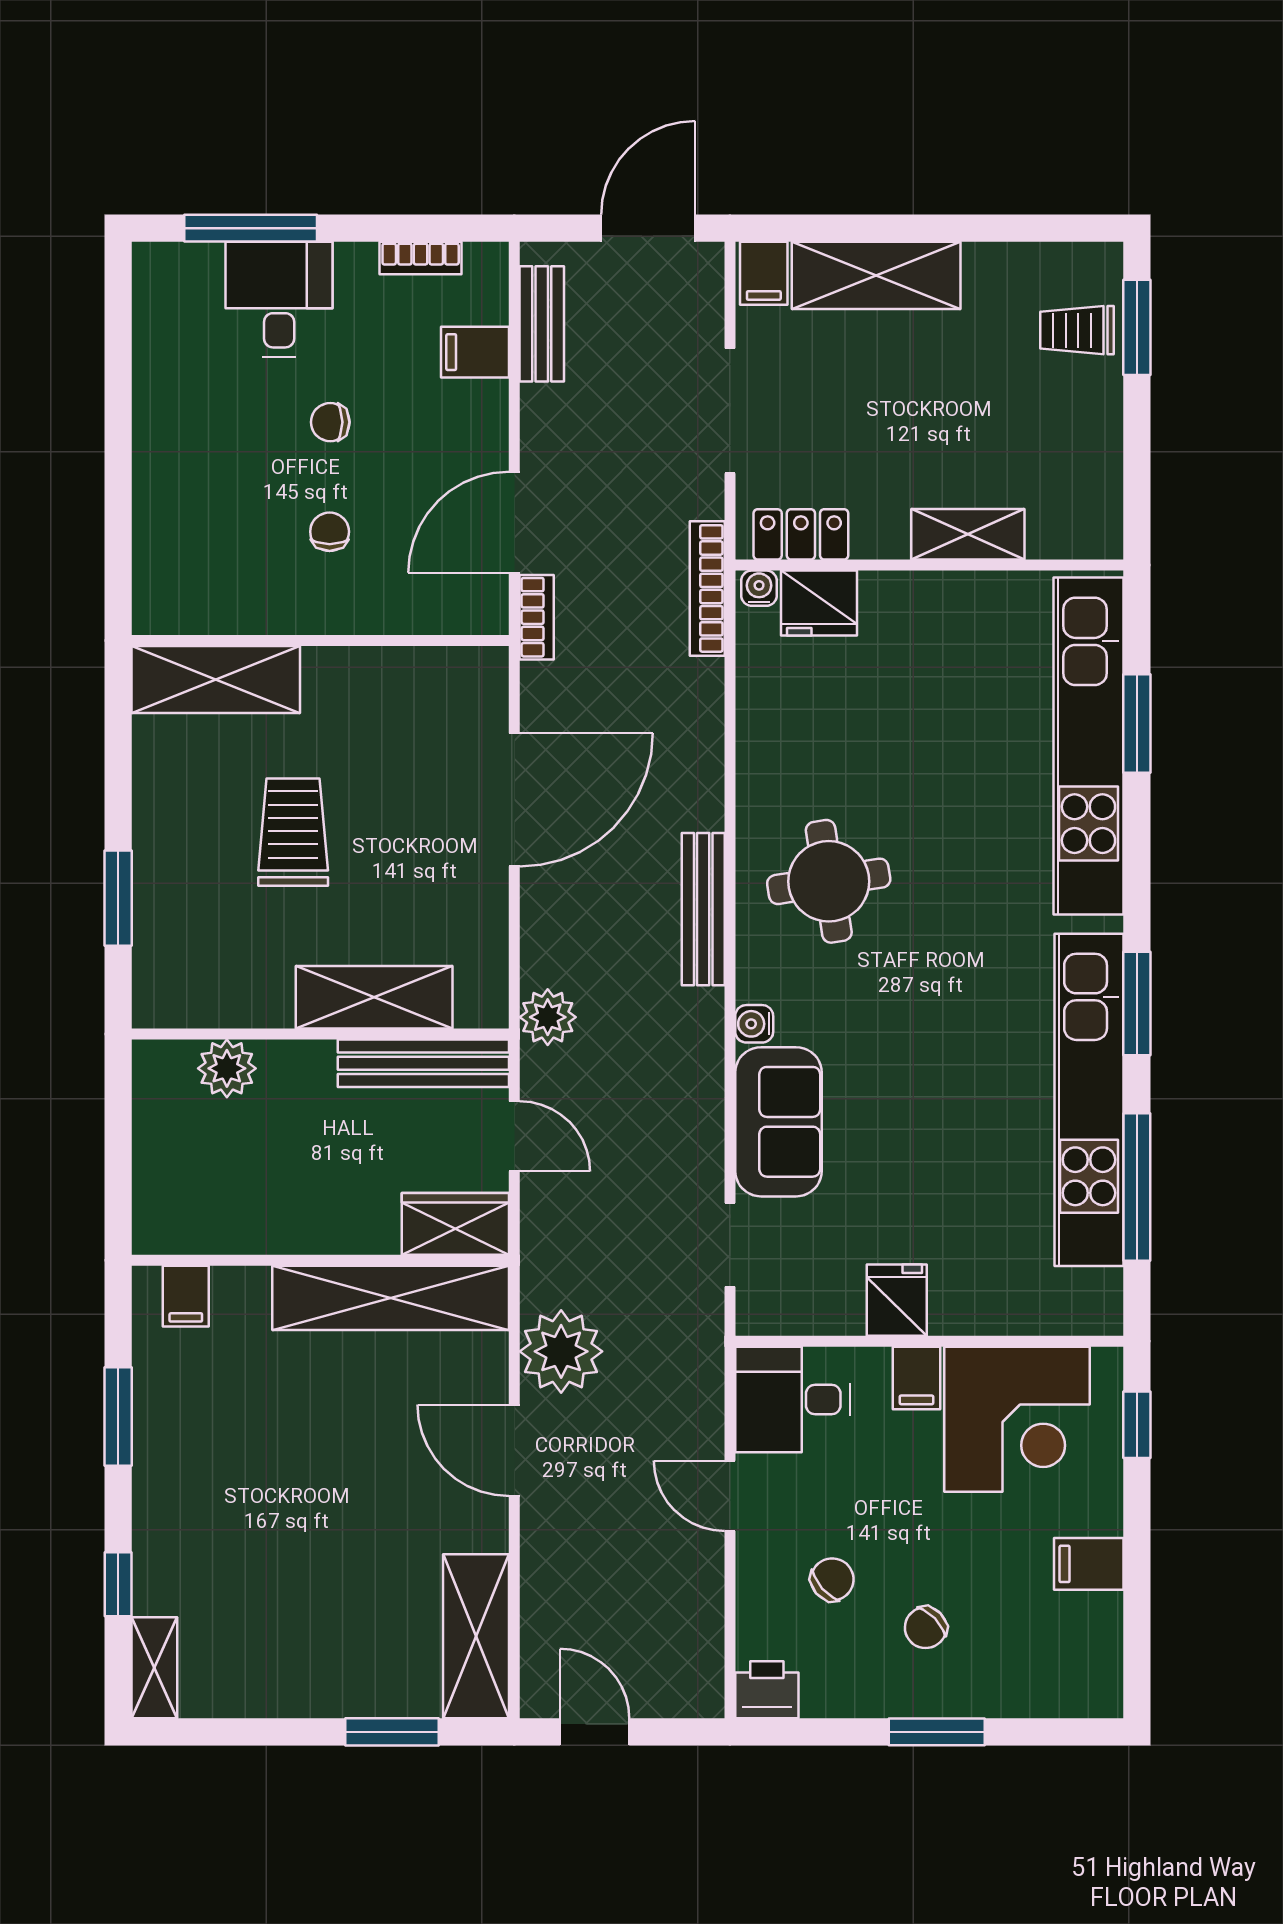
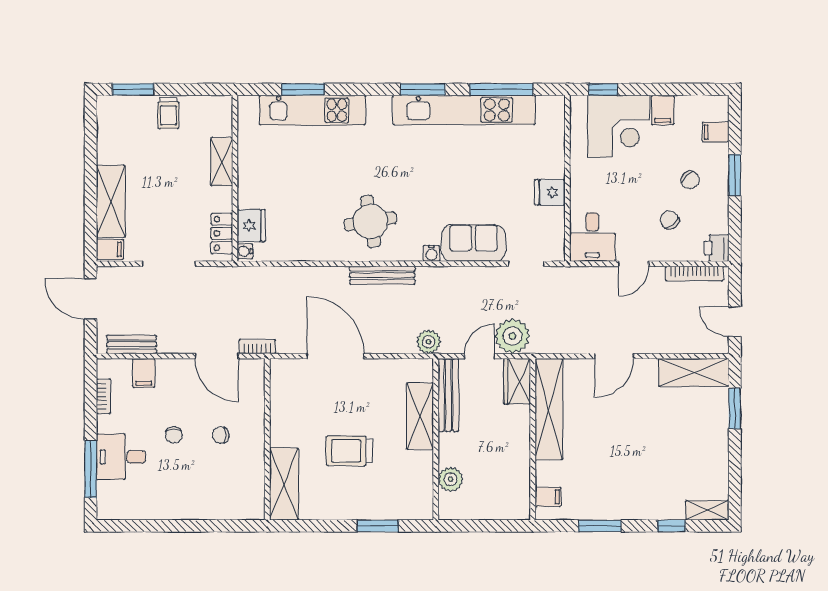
trolley: (1077, 330) -> (168, 113), moved
bookcase: (707, 588) -> (694, 273), moved
kitchen unit: (1088, 746) -> (312, 110), width x0.73
plant: (561, 1351) -> (512, 336), moved
filing cabinet: (917, 1378) -> (716, 132), moved, turned 180
corner desk: (1017, 1419) -> (619, 126), moved, turned 90
door: (595, 1732) -> (735, 322), hinge flipped

